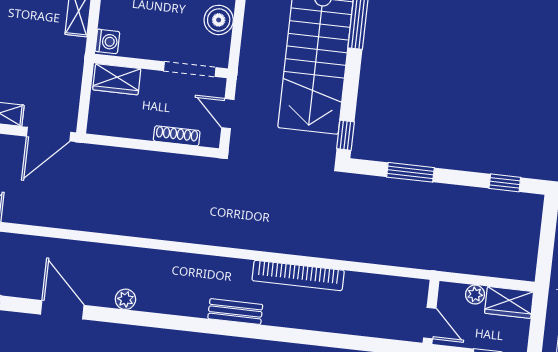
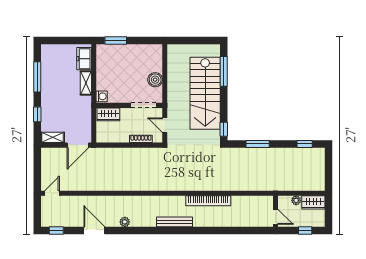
bench: (235, 312) -> (175, 222), width x1.36

